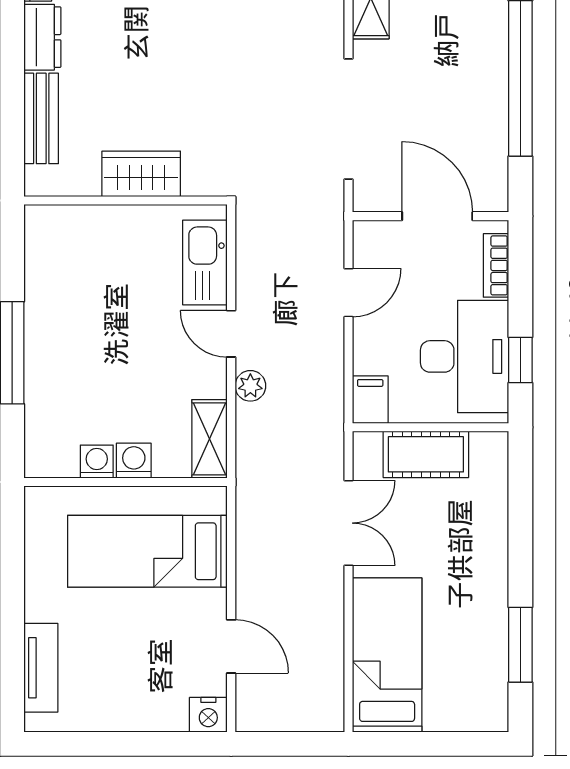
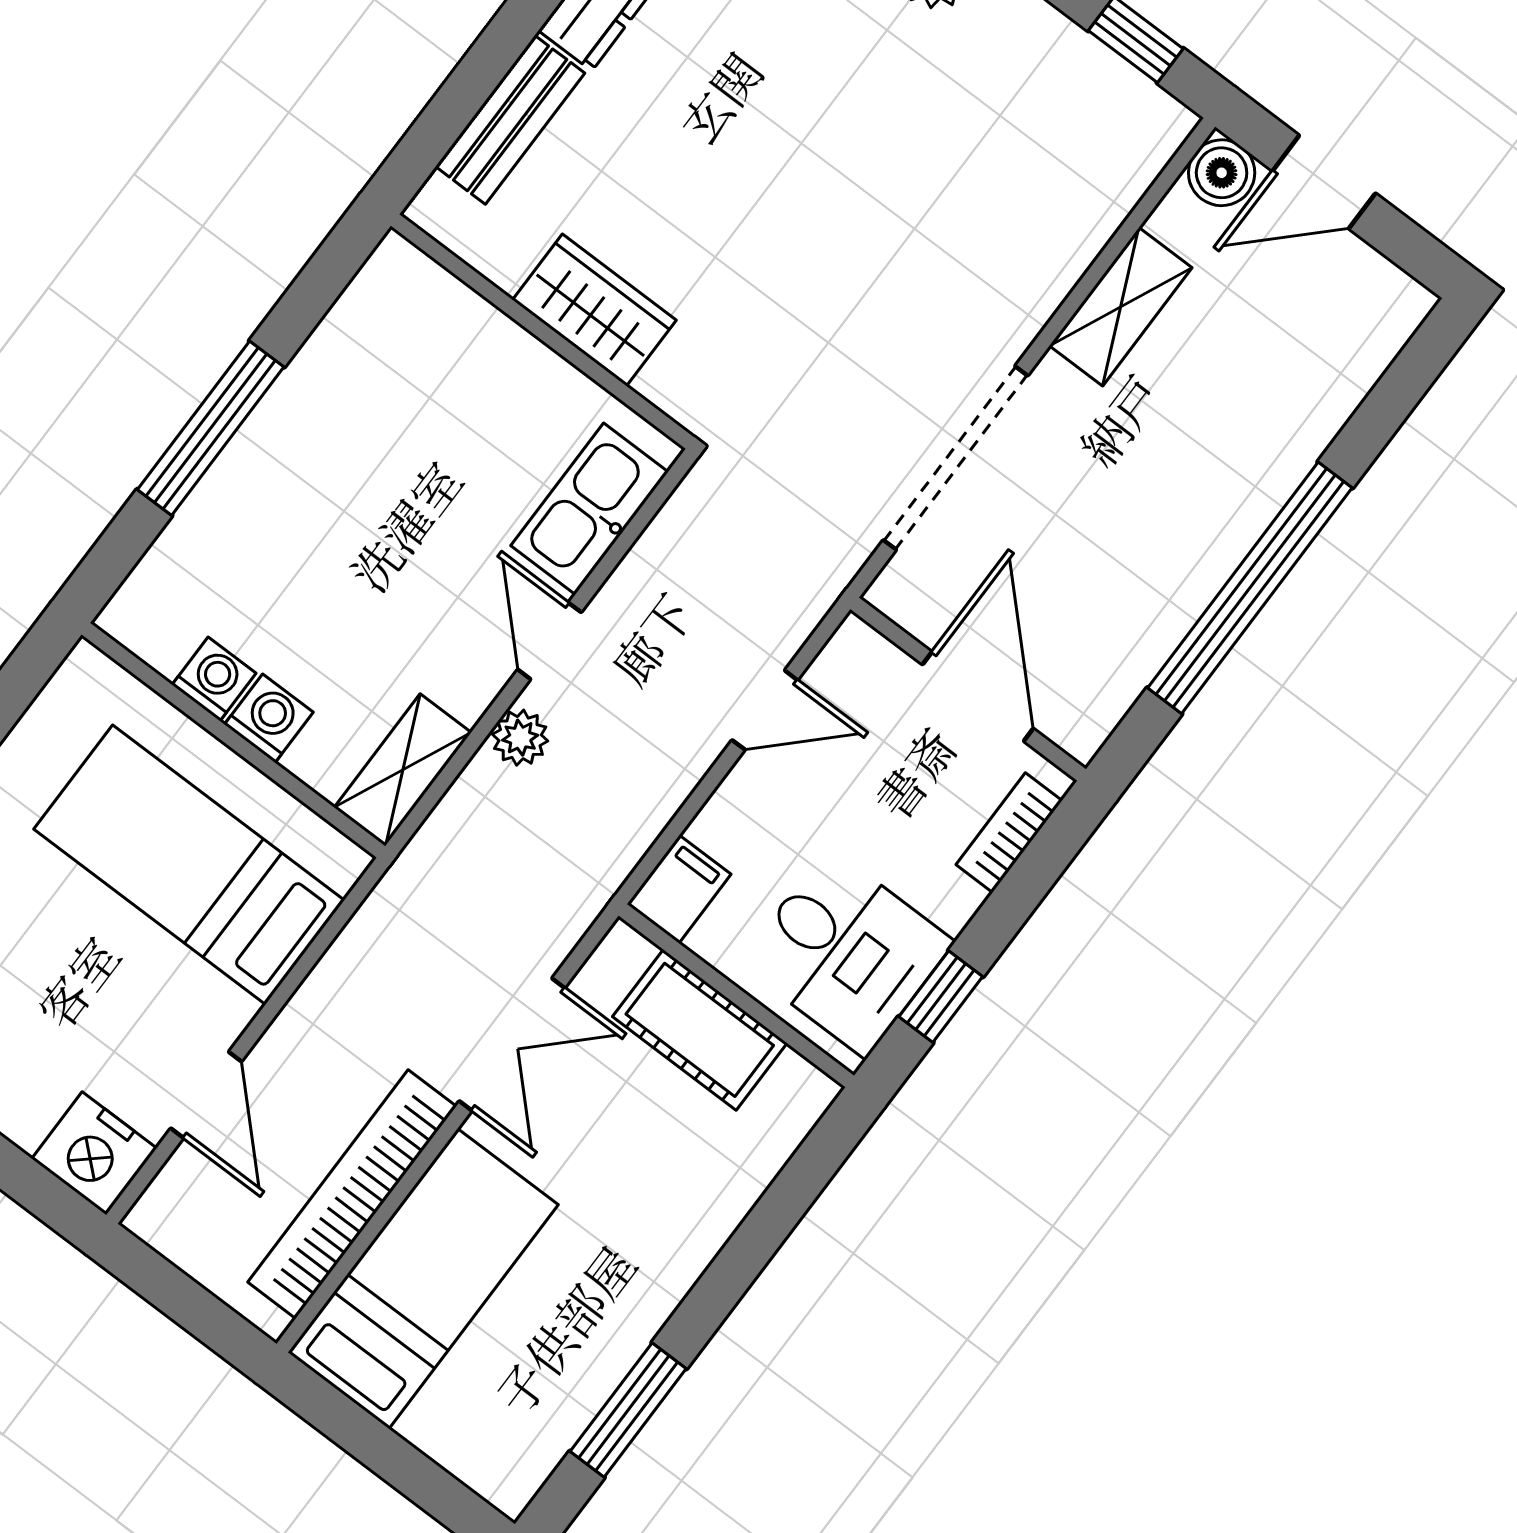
desk: (465, 356) -> (847, 952), width x0.73
bookcase: (328, 642) -> (352, 1194), added
nightstand: (208, 715) -> (94, 1153), width x1.36, depth x1.33

